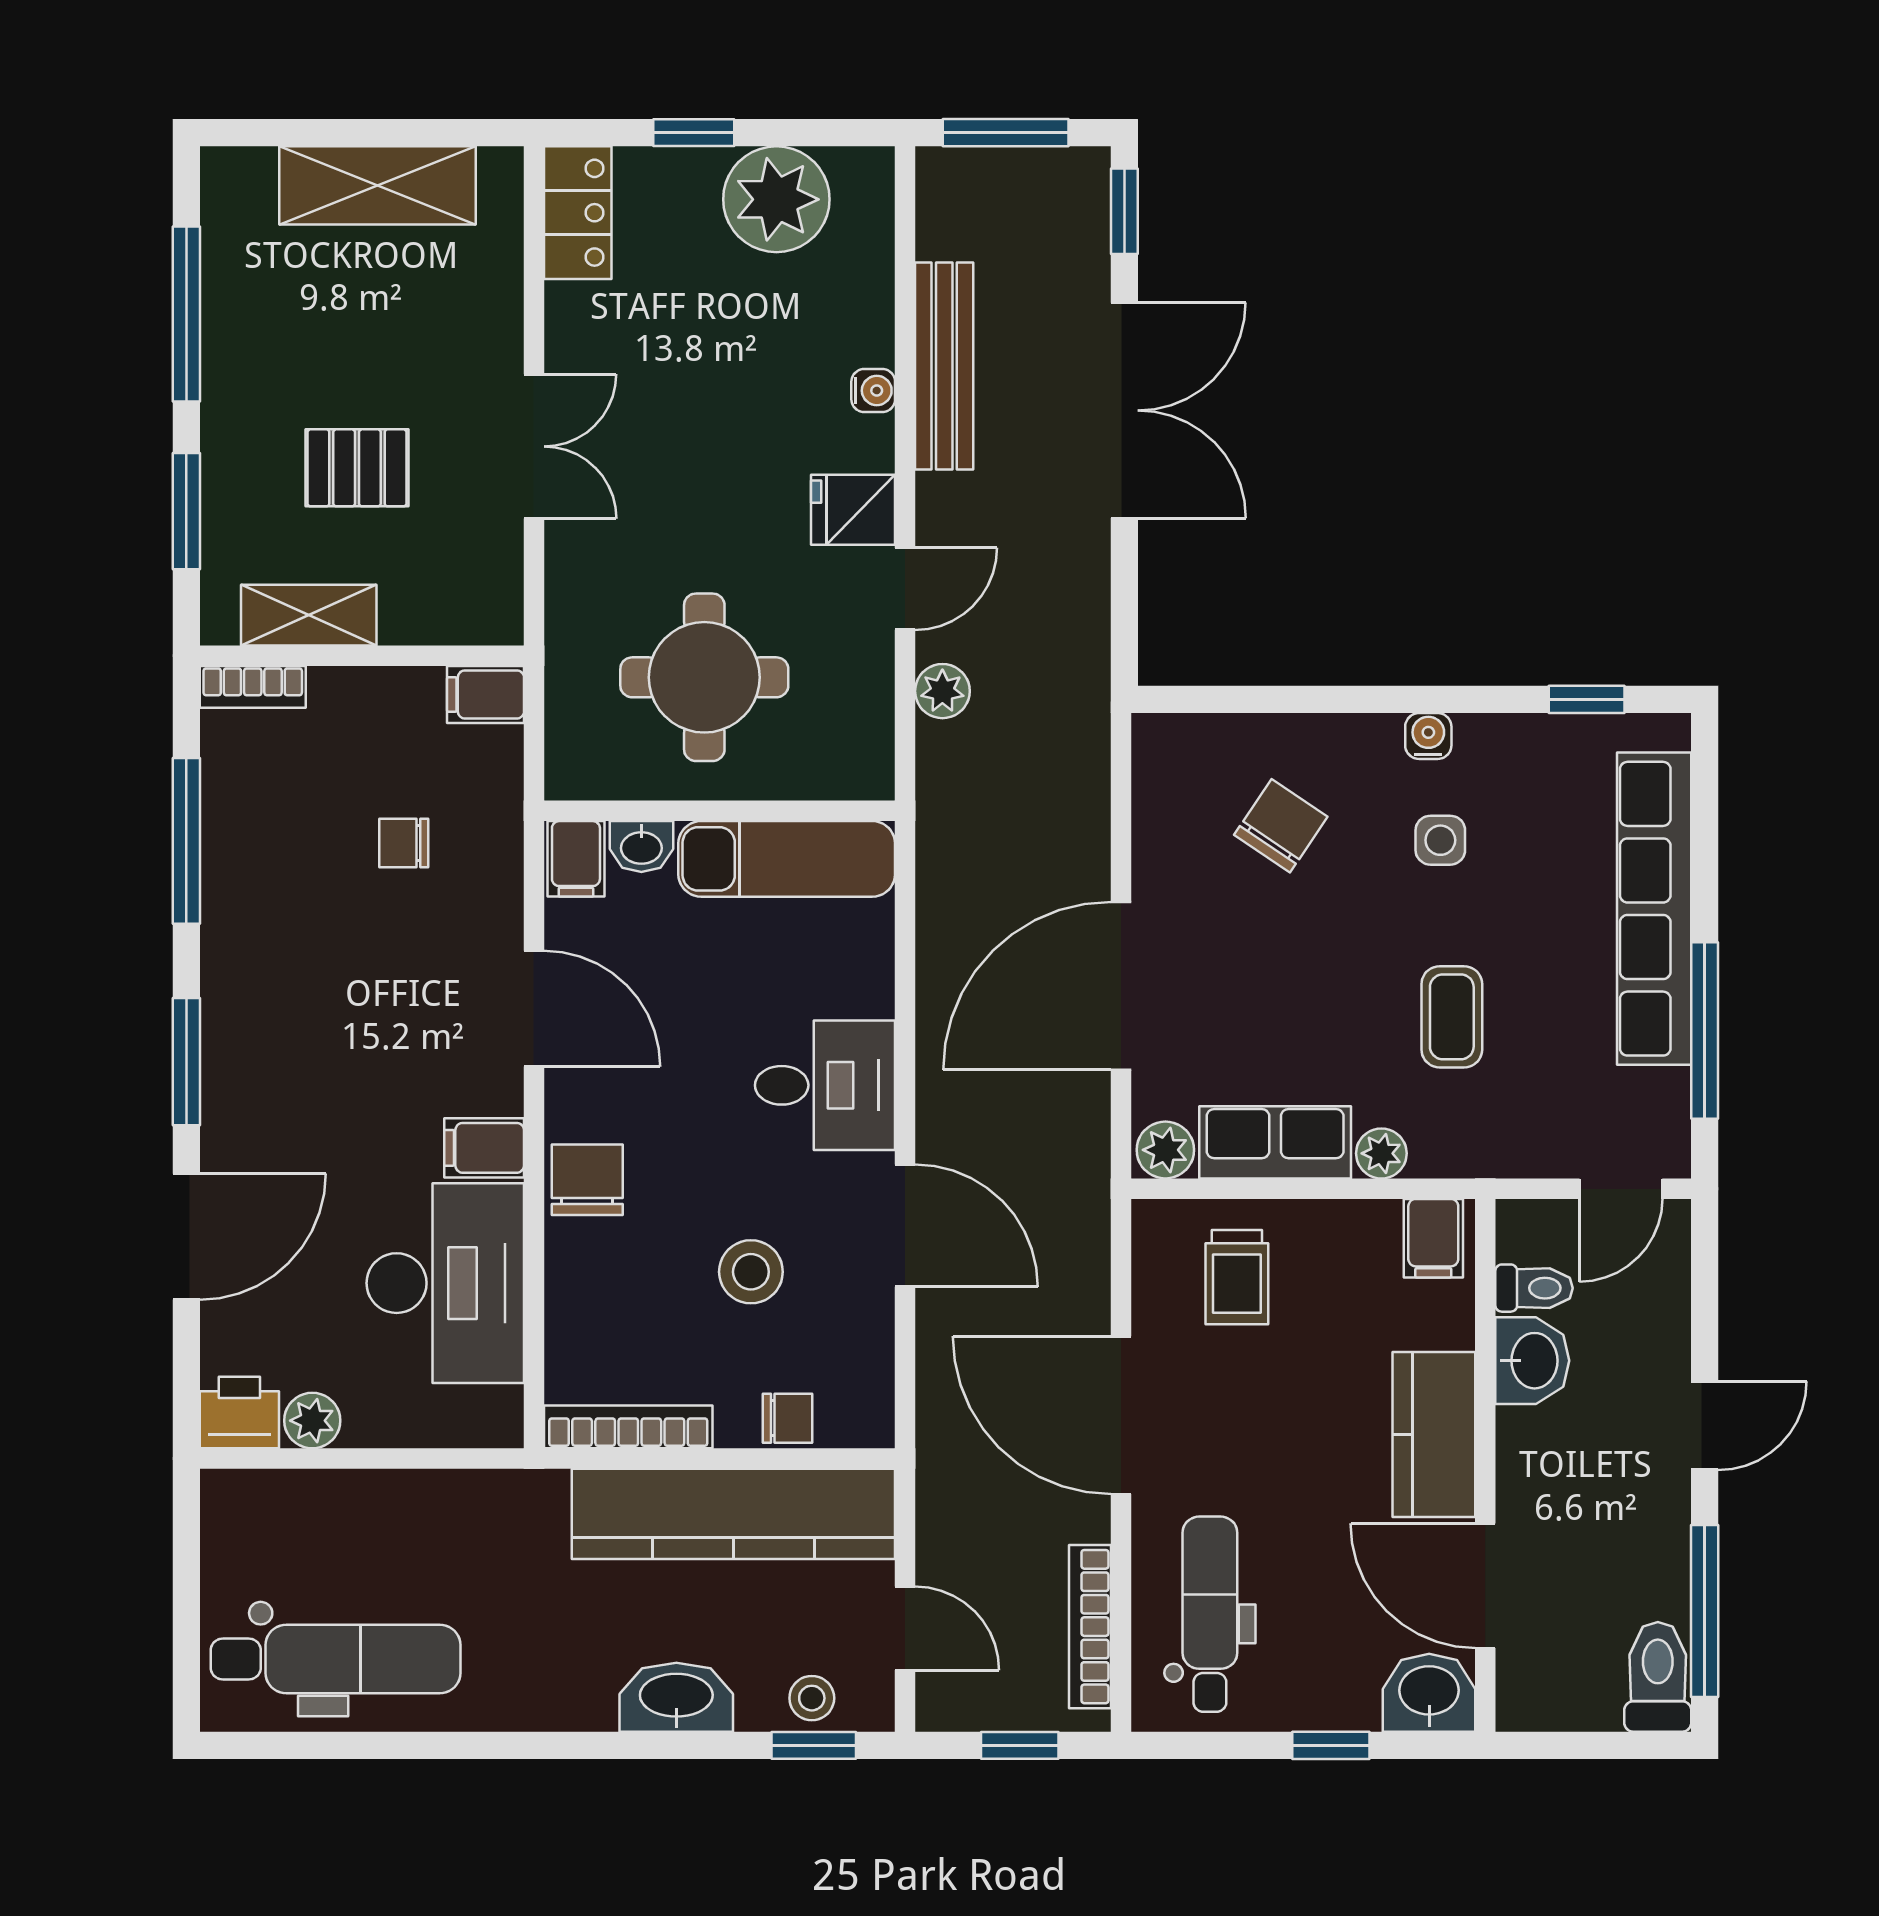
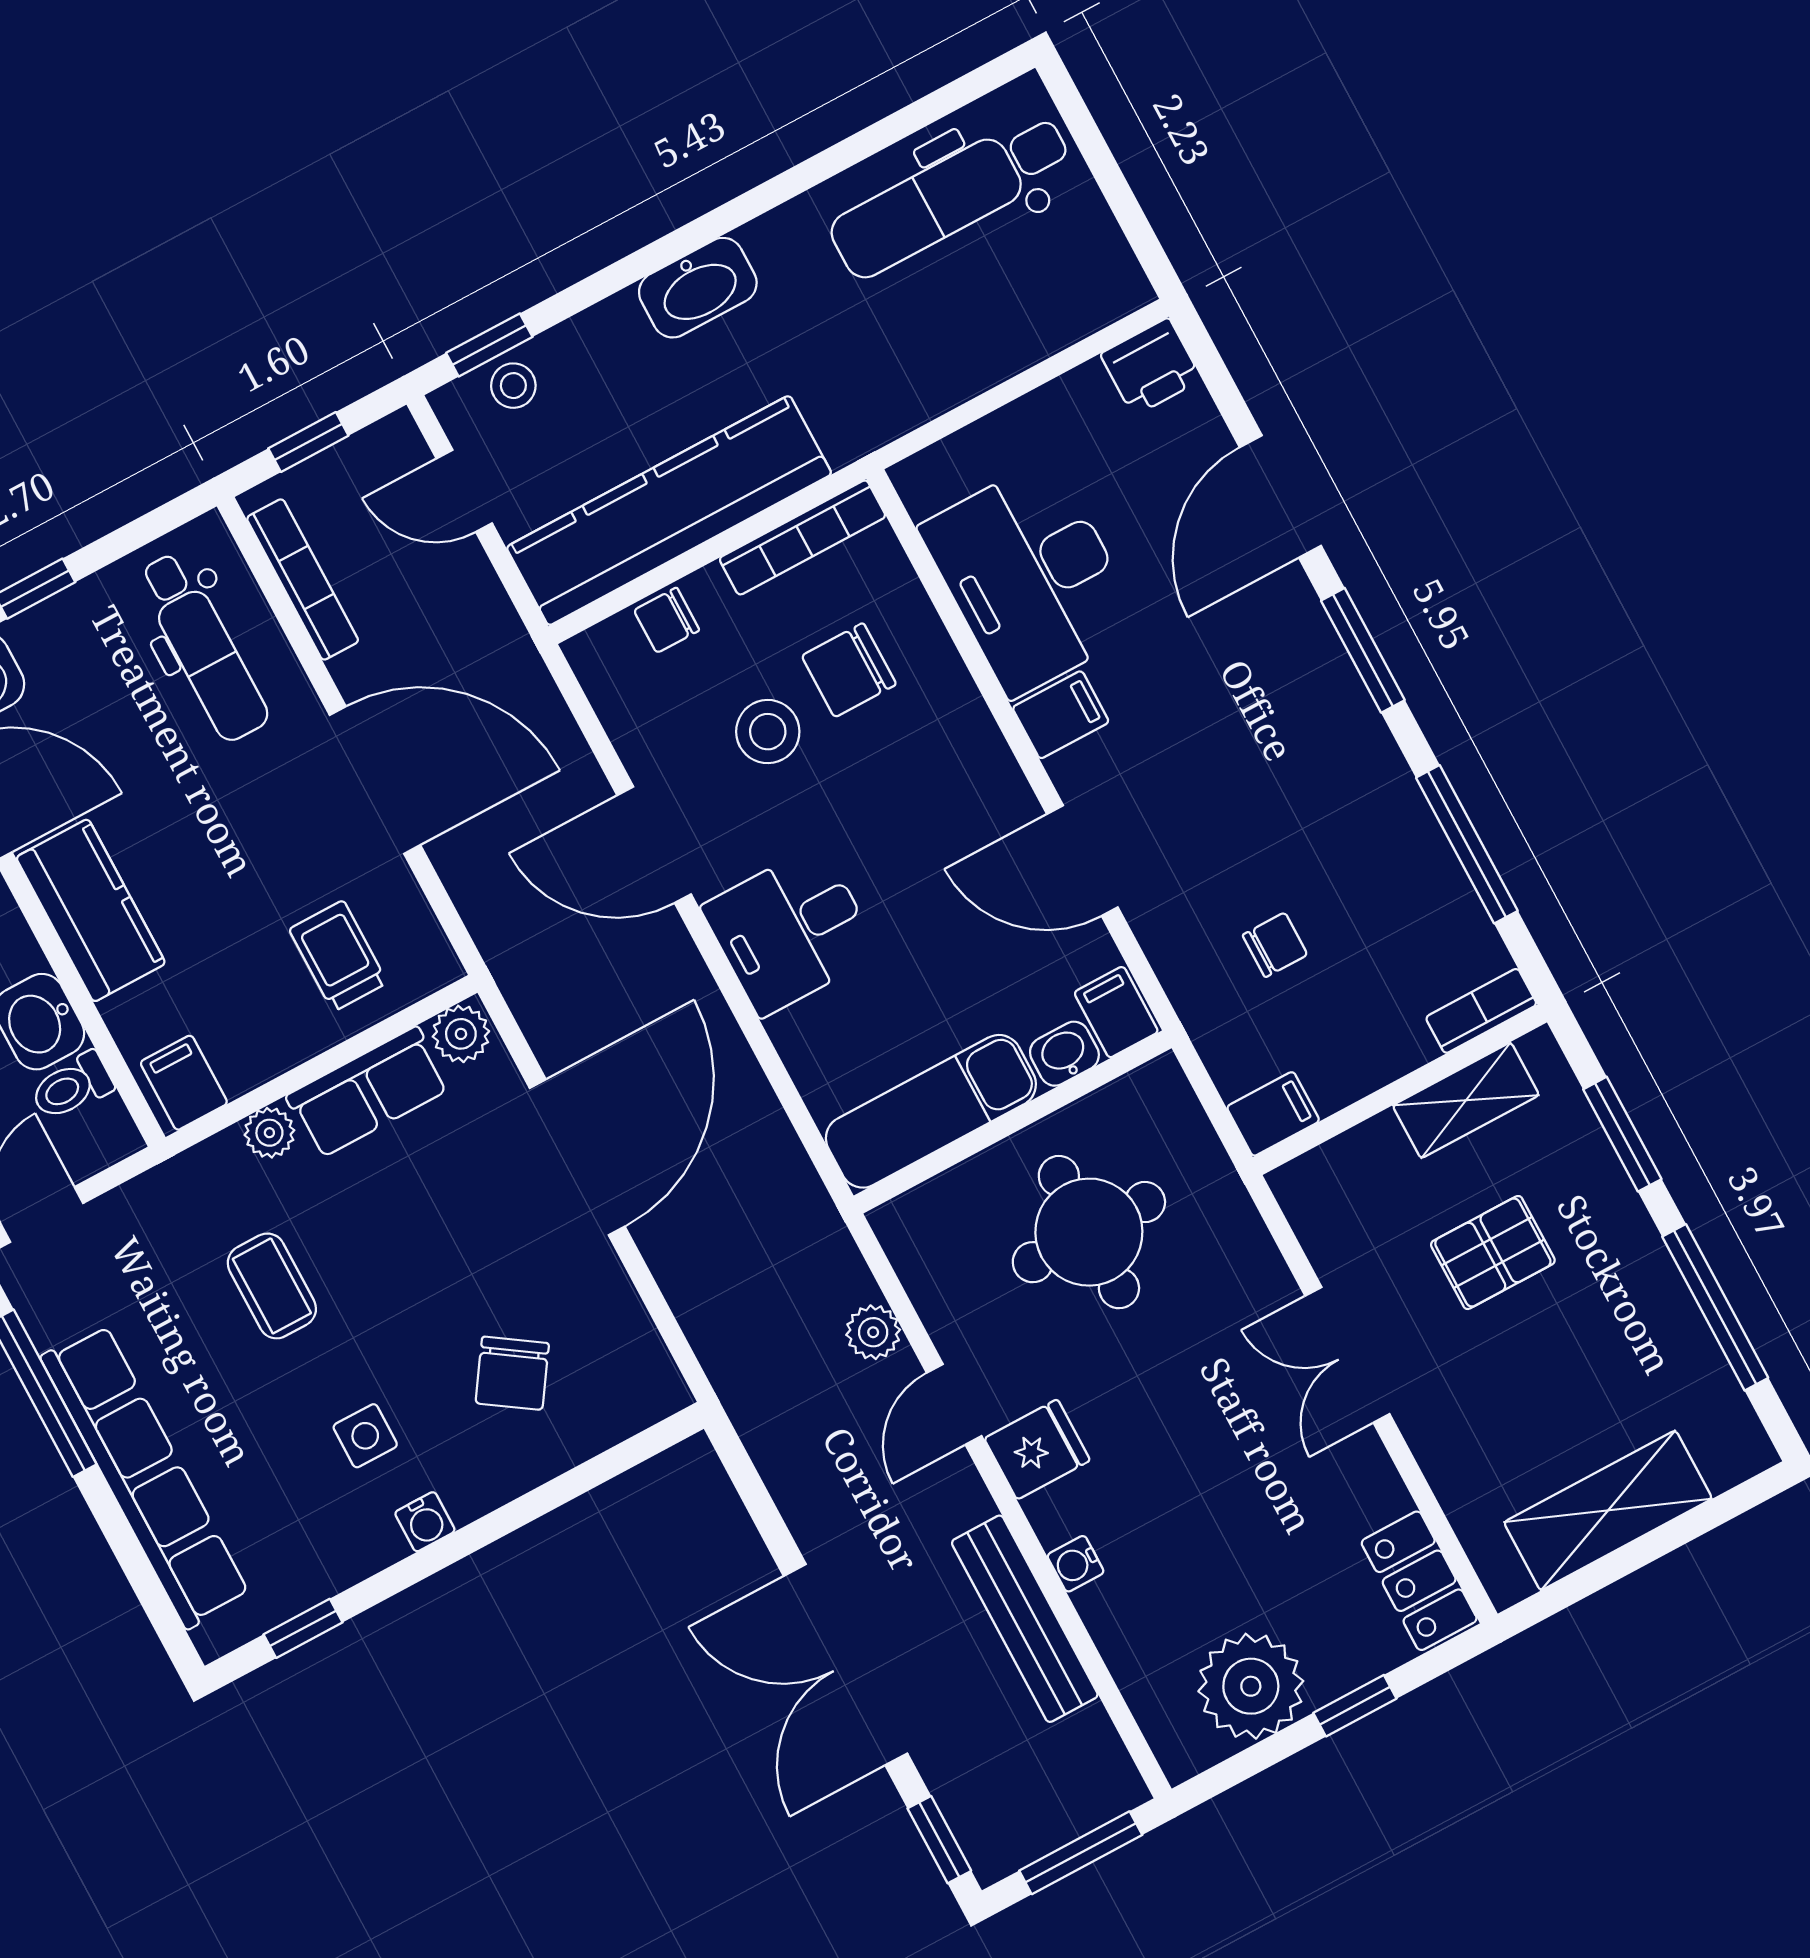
chair: (587, 1180) -> (849, 670), moved, turned 90
plant: (312, 1421) -> (1083, 394), removed
washbasin: (676, 1697) -> (698, 288), moved

